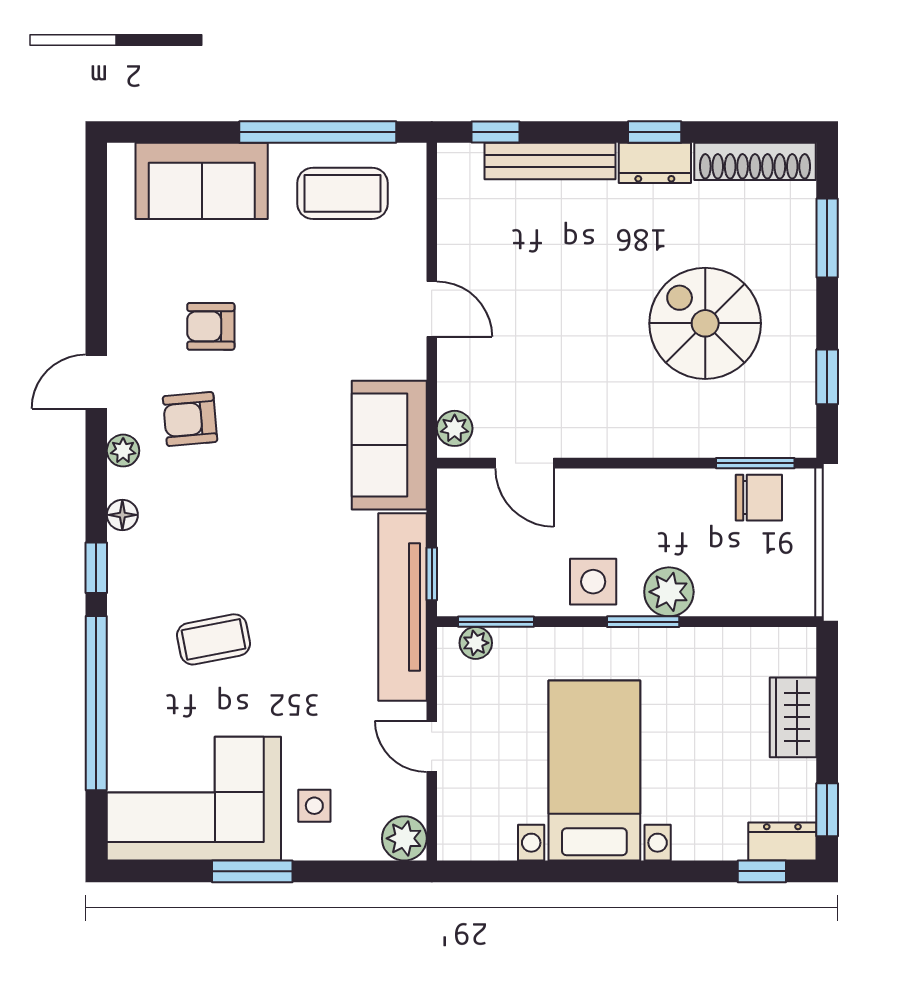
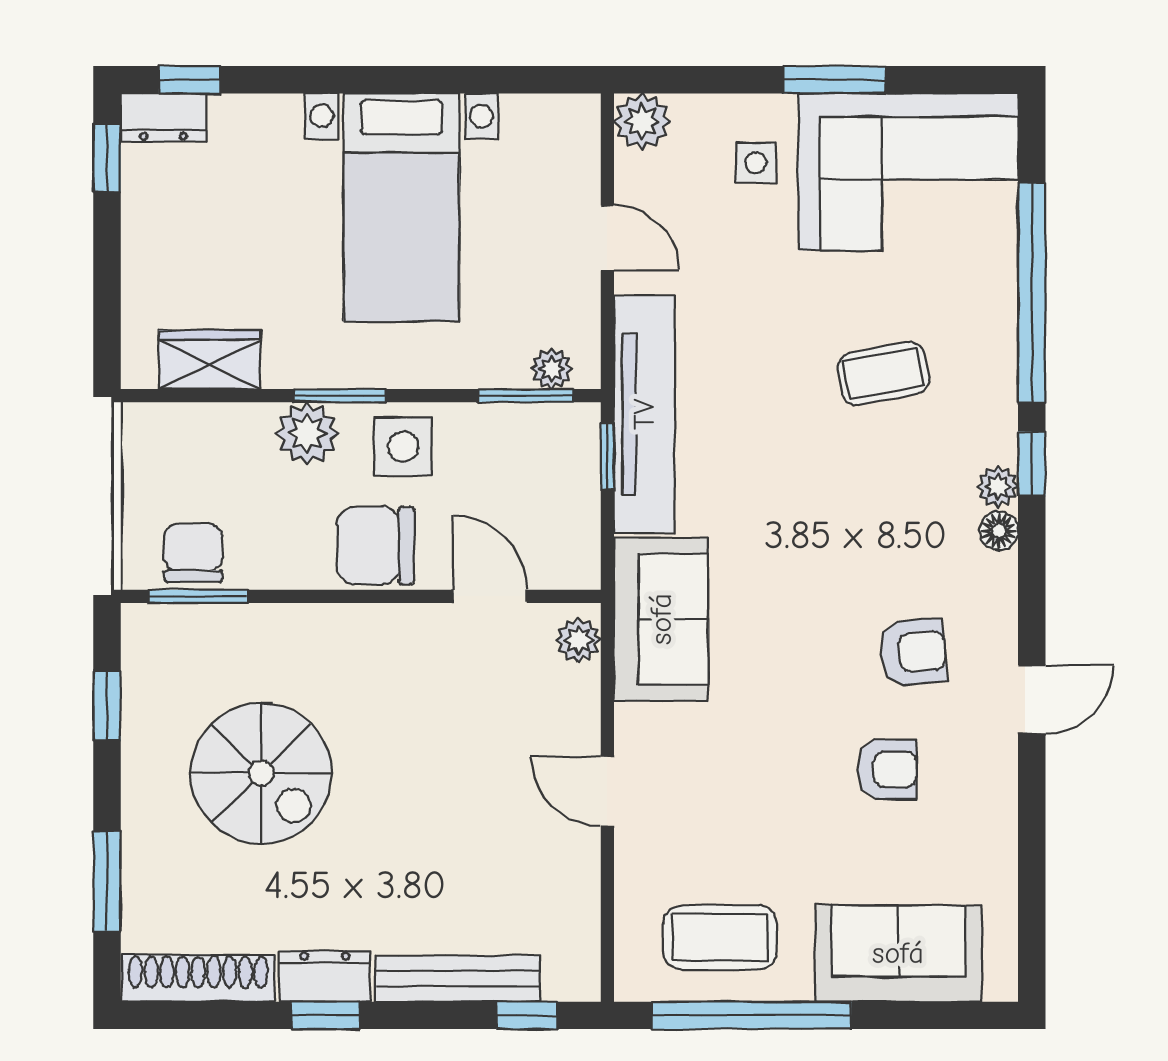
plant: (123, 451) -> (998, 487), moved
chair: (759, 498) -> (193, 553), turned 90
chair: (615, 503) -> (376, 546), added
wardrobe: (793, 717) -> (210, 360), moved, turned -90

